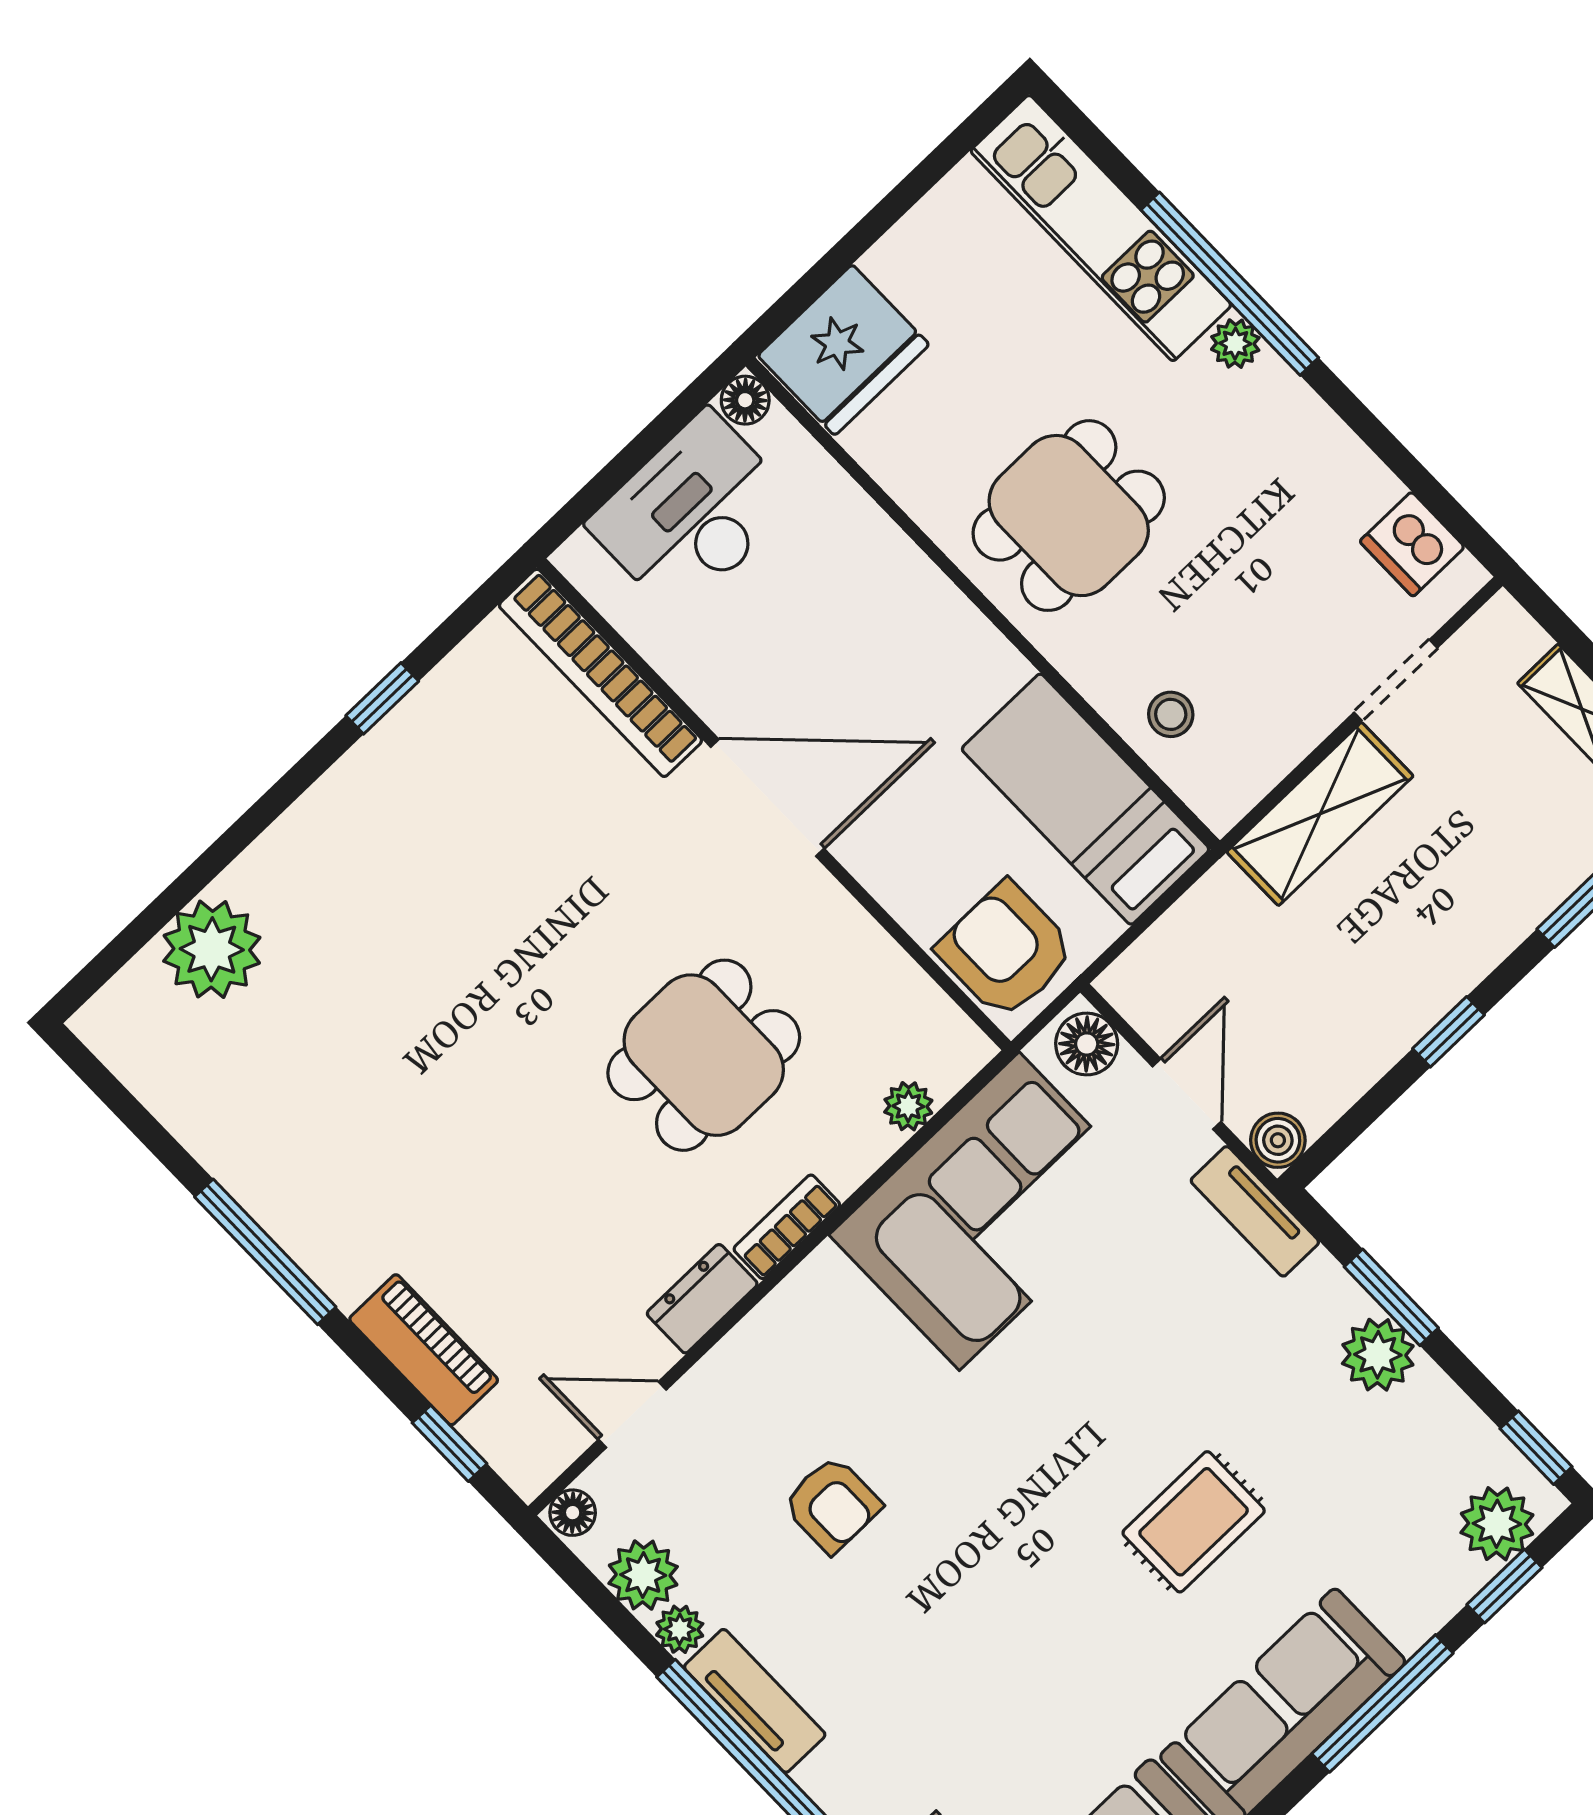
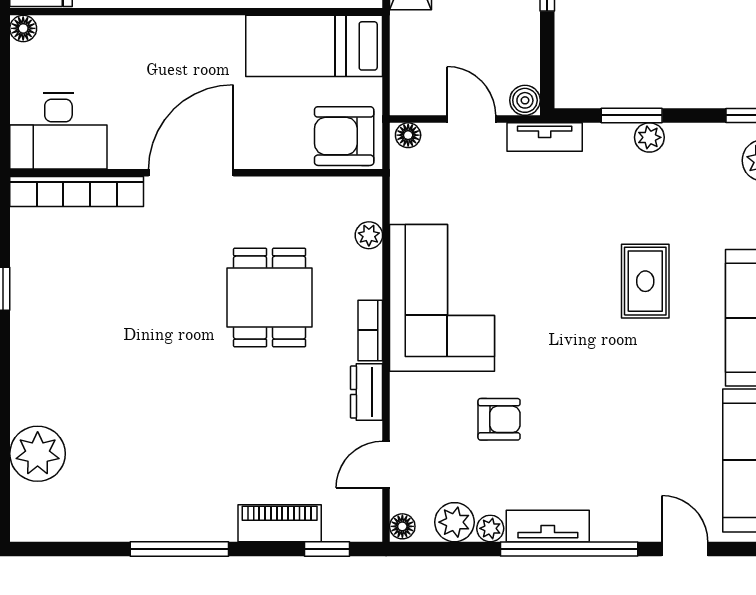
desk: (692, 513) -> (58, 131), moved, turned -90
floor lamp: (1087, 1044) -> (408, 135), width x0.73, depth x0.73
corner sofa: (989, 1211) -> (442, 298), moved
plant: (1378, 1355) -> (649, 137), width x0.73, depth x0.73

